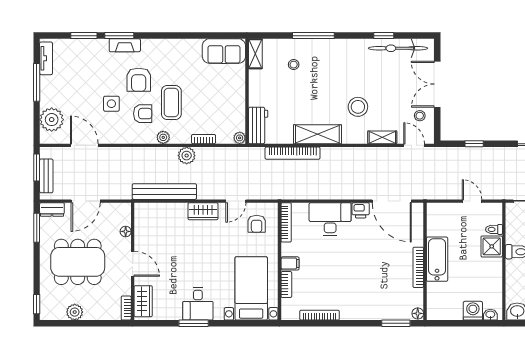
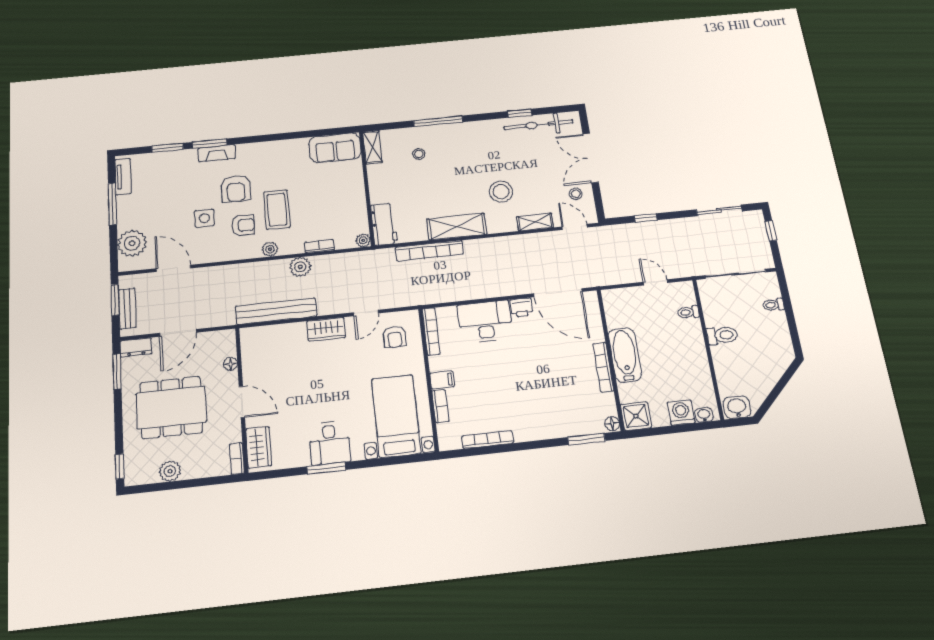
shower: (492, 246) -> (636, 416), moved

